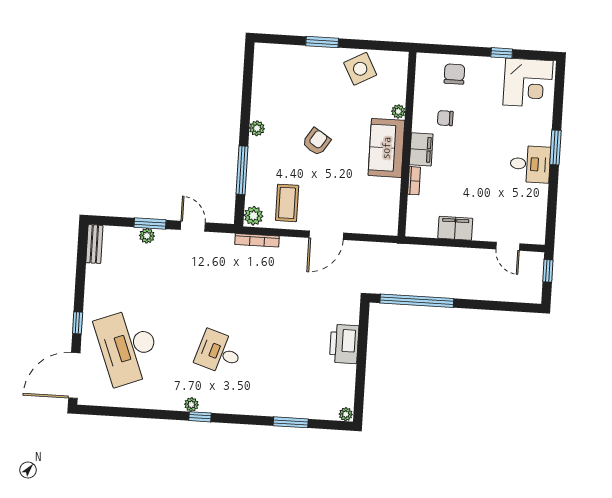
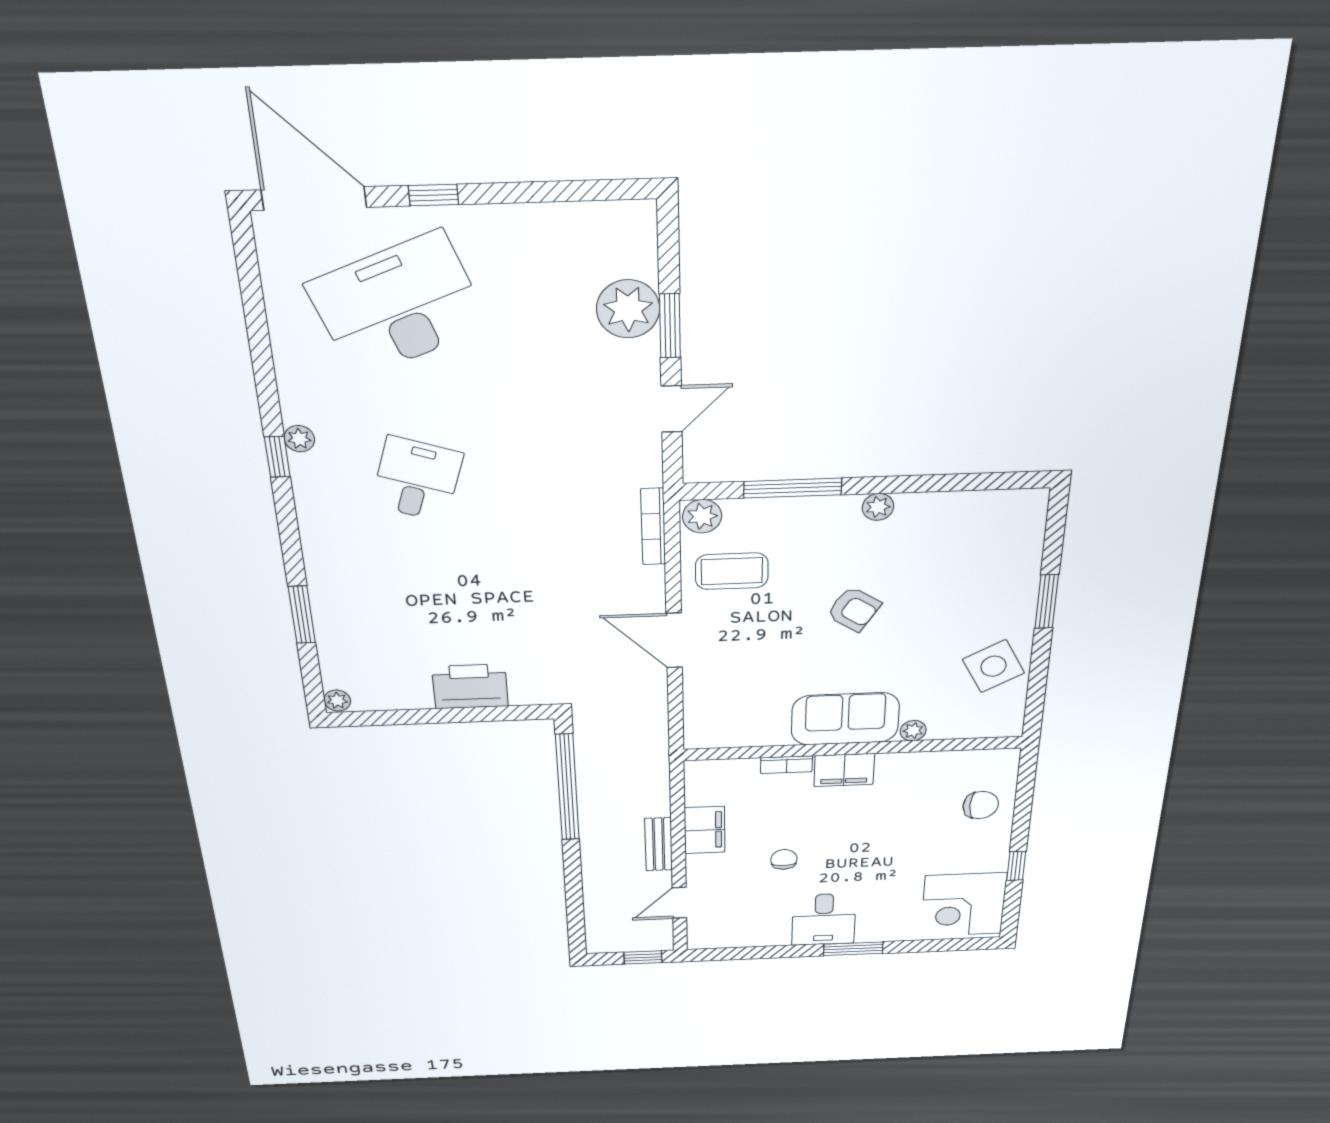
chair: (445, 118) -> (784, 859), moved
plant: (147, 236) -> (628, 309), width x1.88, depth x1.88
bench: (94, 244) -> (659, 844), moved, turned 90

